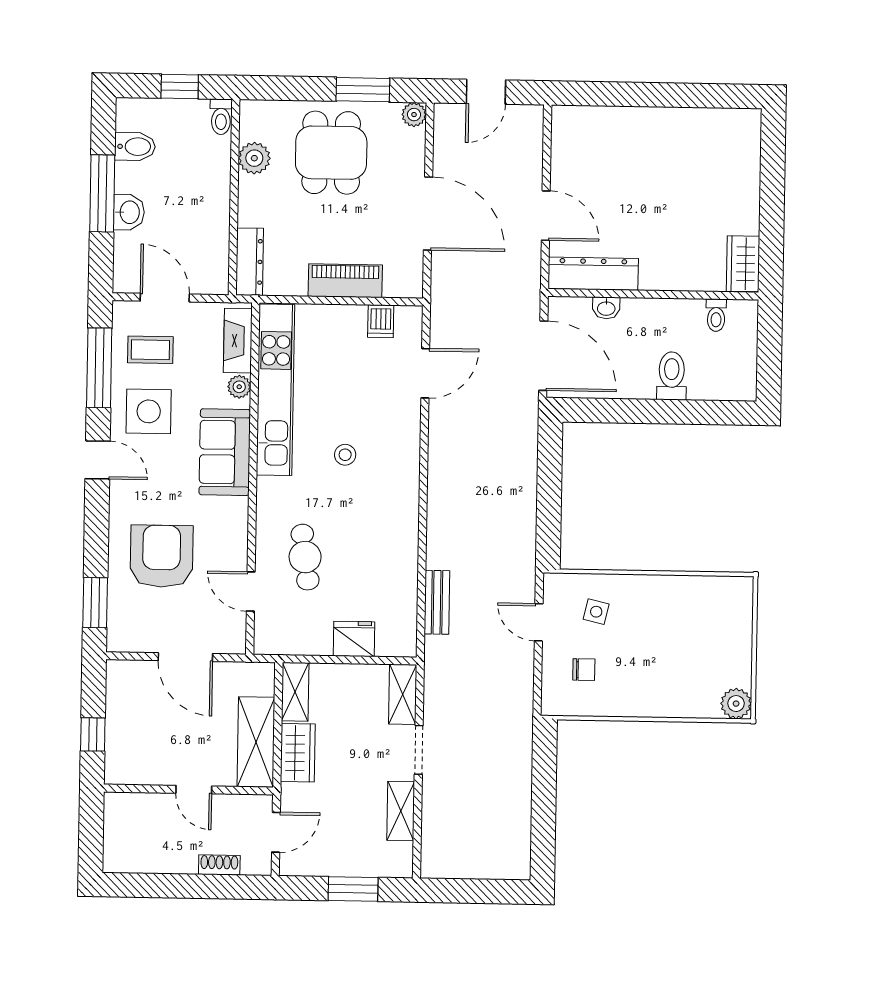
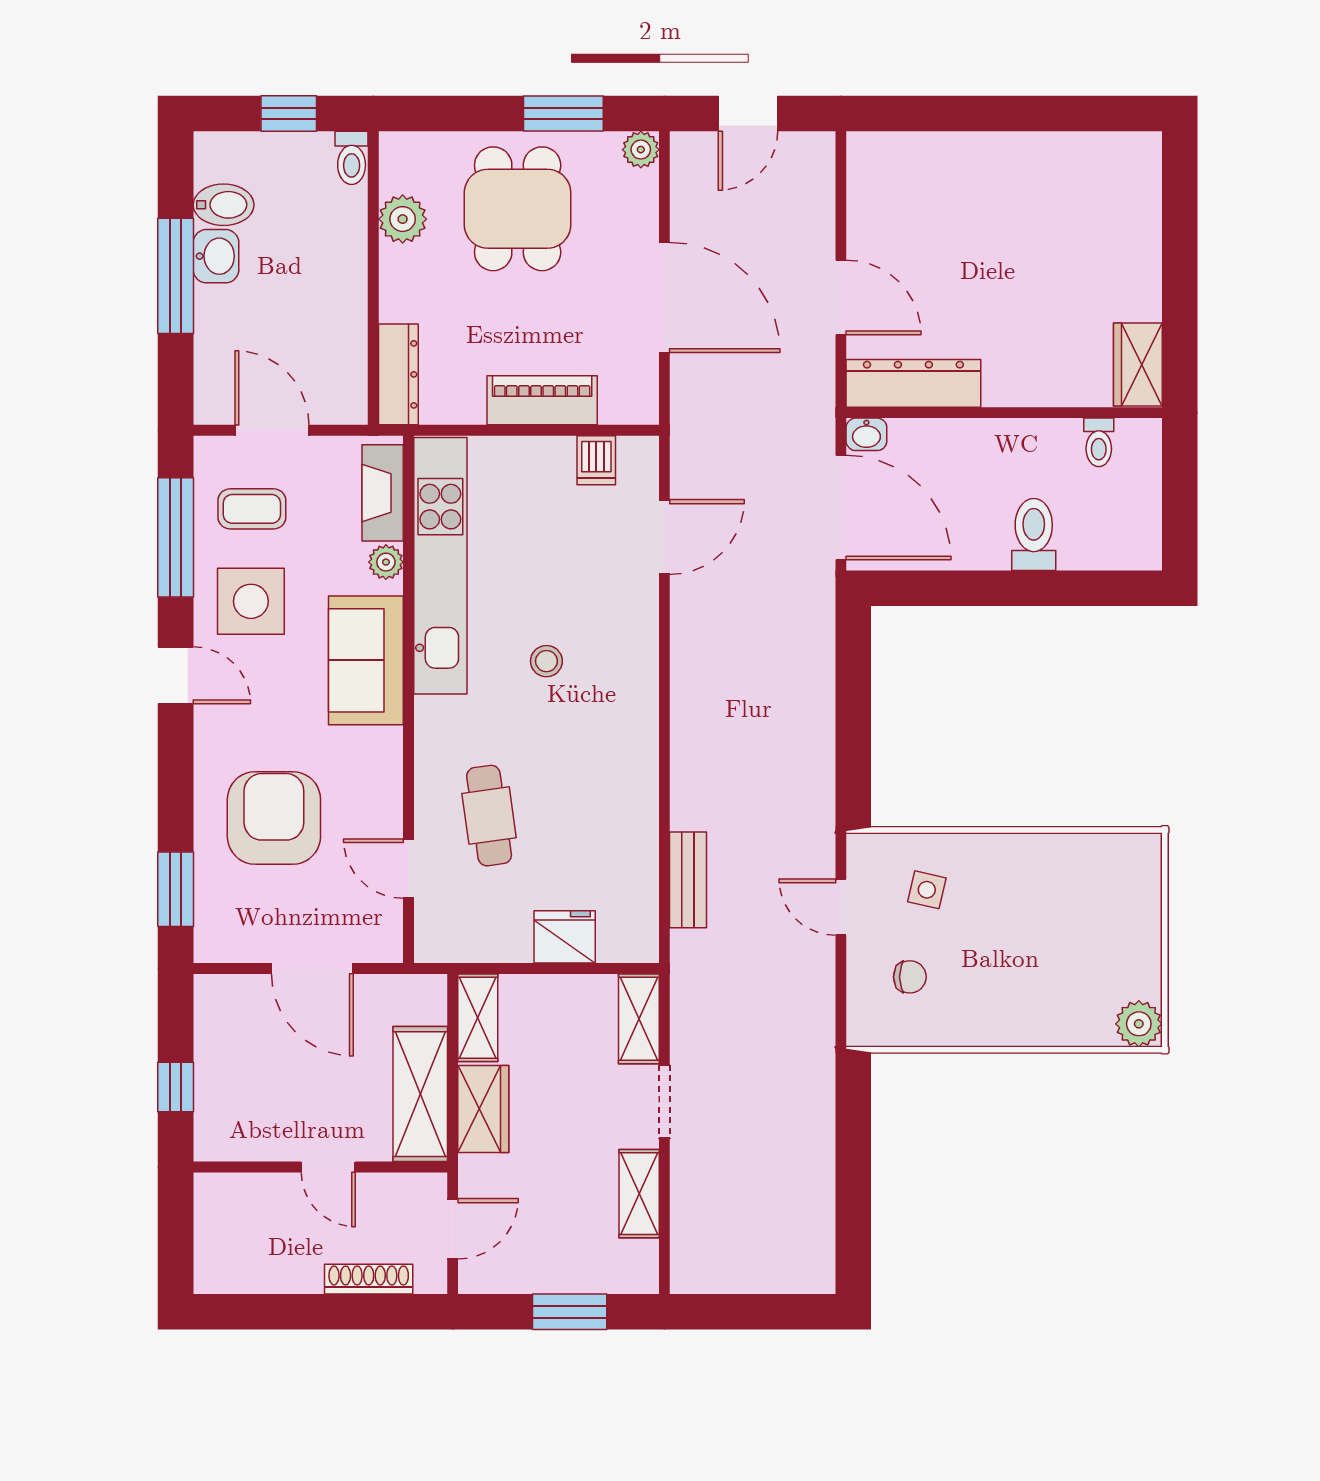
washbasin: (129, 212) -> (216, 256), moved
washbasin: (606, 308) -> (866, 434), moved
shoe rack: (219, 865) -> (369, 1279), width x1.43

